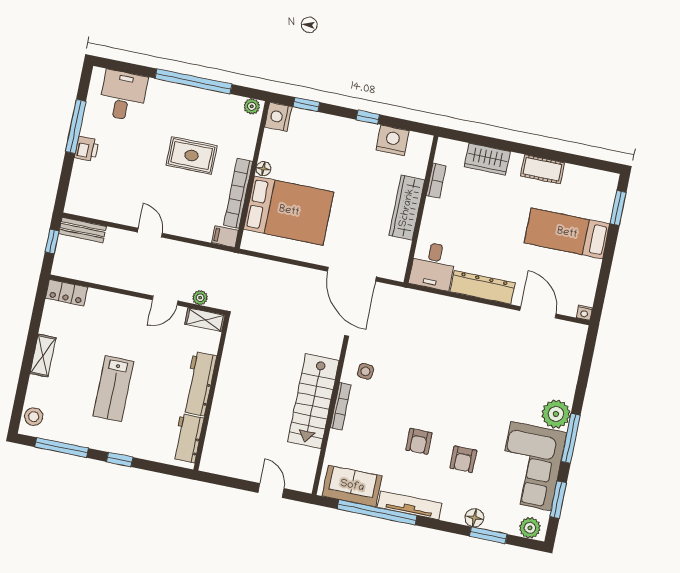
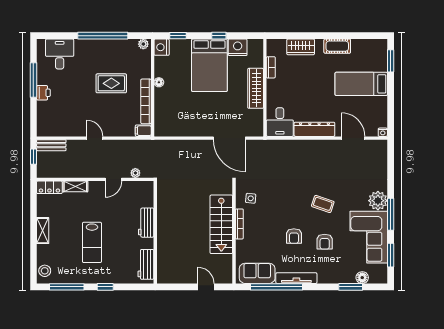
bed: (289, 211) -> (209, 65), moved, turned 90
shelving: (205, 320) -> (75, 186), moved
workbench: (199, 384) -> (146, 223), width x0.73
coffee table: (472, 402) -> (323, 204), added
floor lamp: (474, 518) -> (362, 278), moved
plant: (530, 528) -> (376, 277), removed

